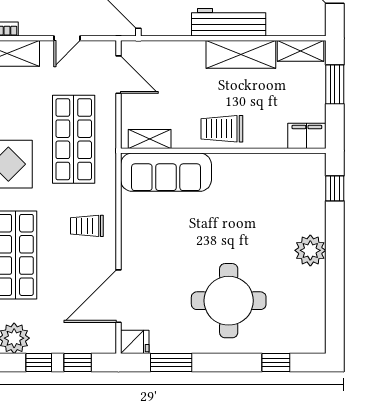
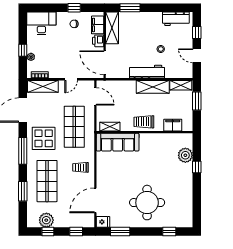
filing cabinet: (307, 136) -> (173, 125), moved
window: (335, 188) -> (197, 167), moved
plant: (310, 250) -> (185, 155), moved
window: (39, 363) -> (48, 232), moved

